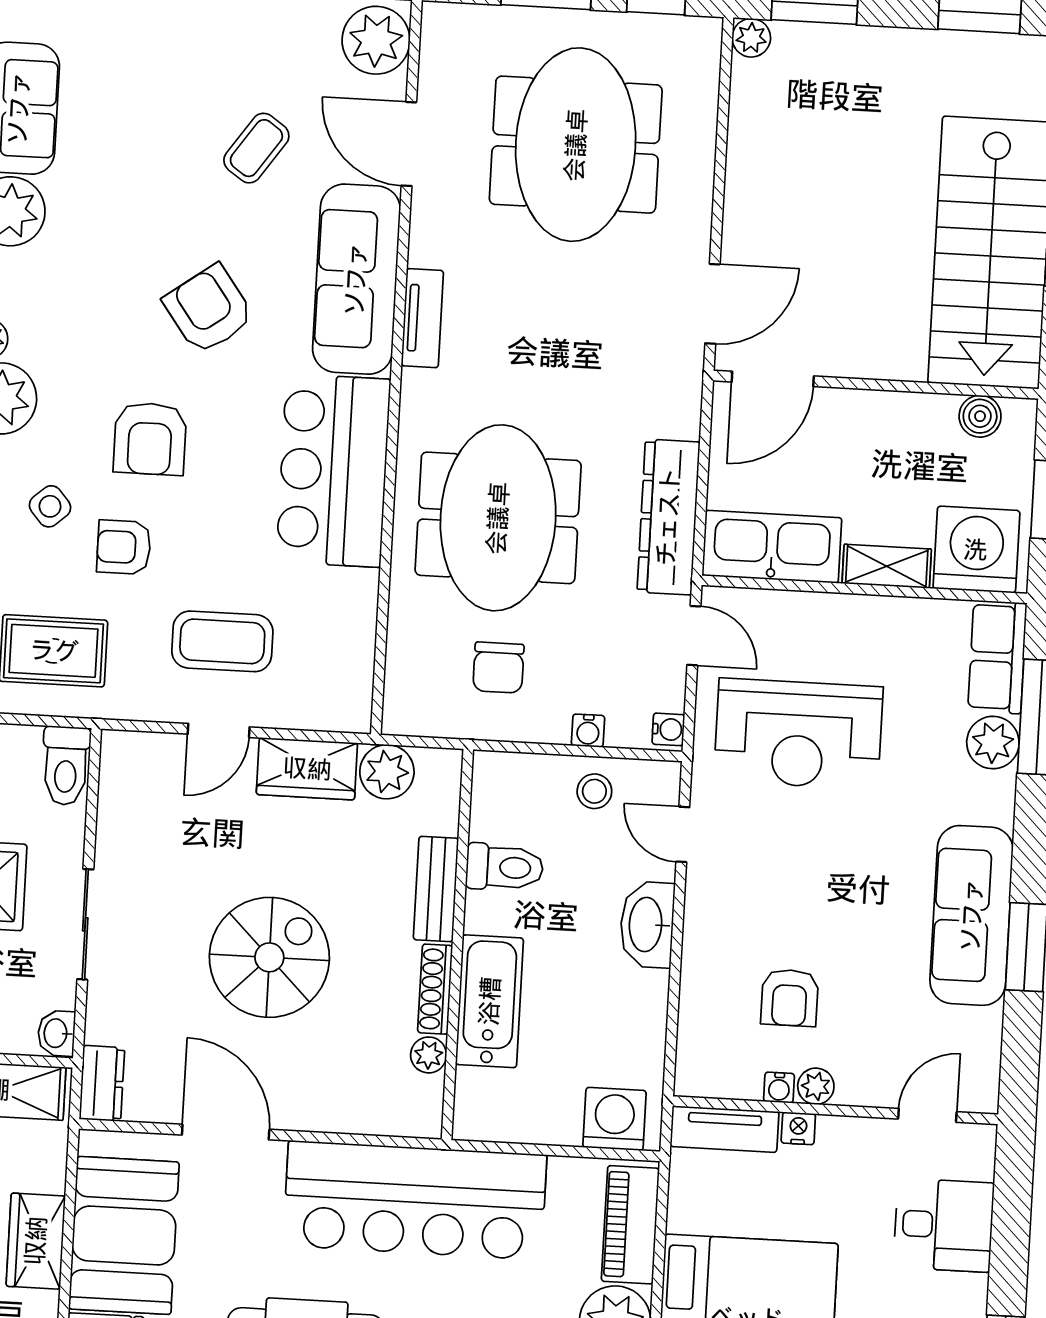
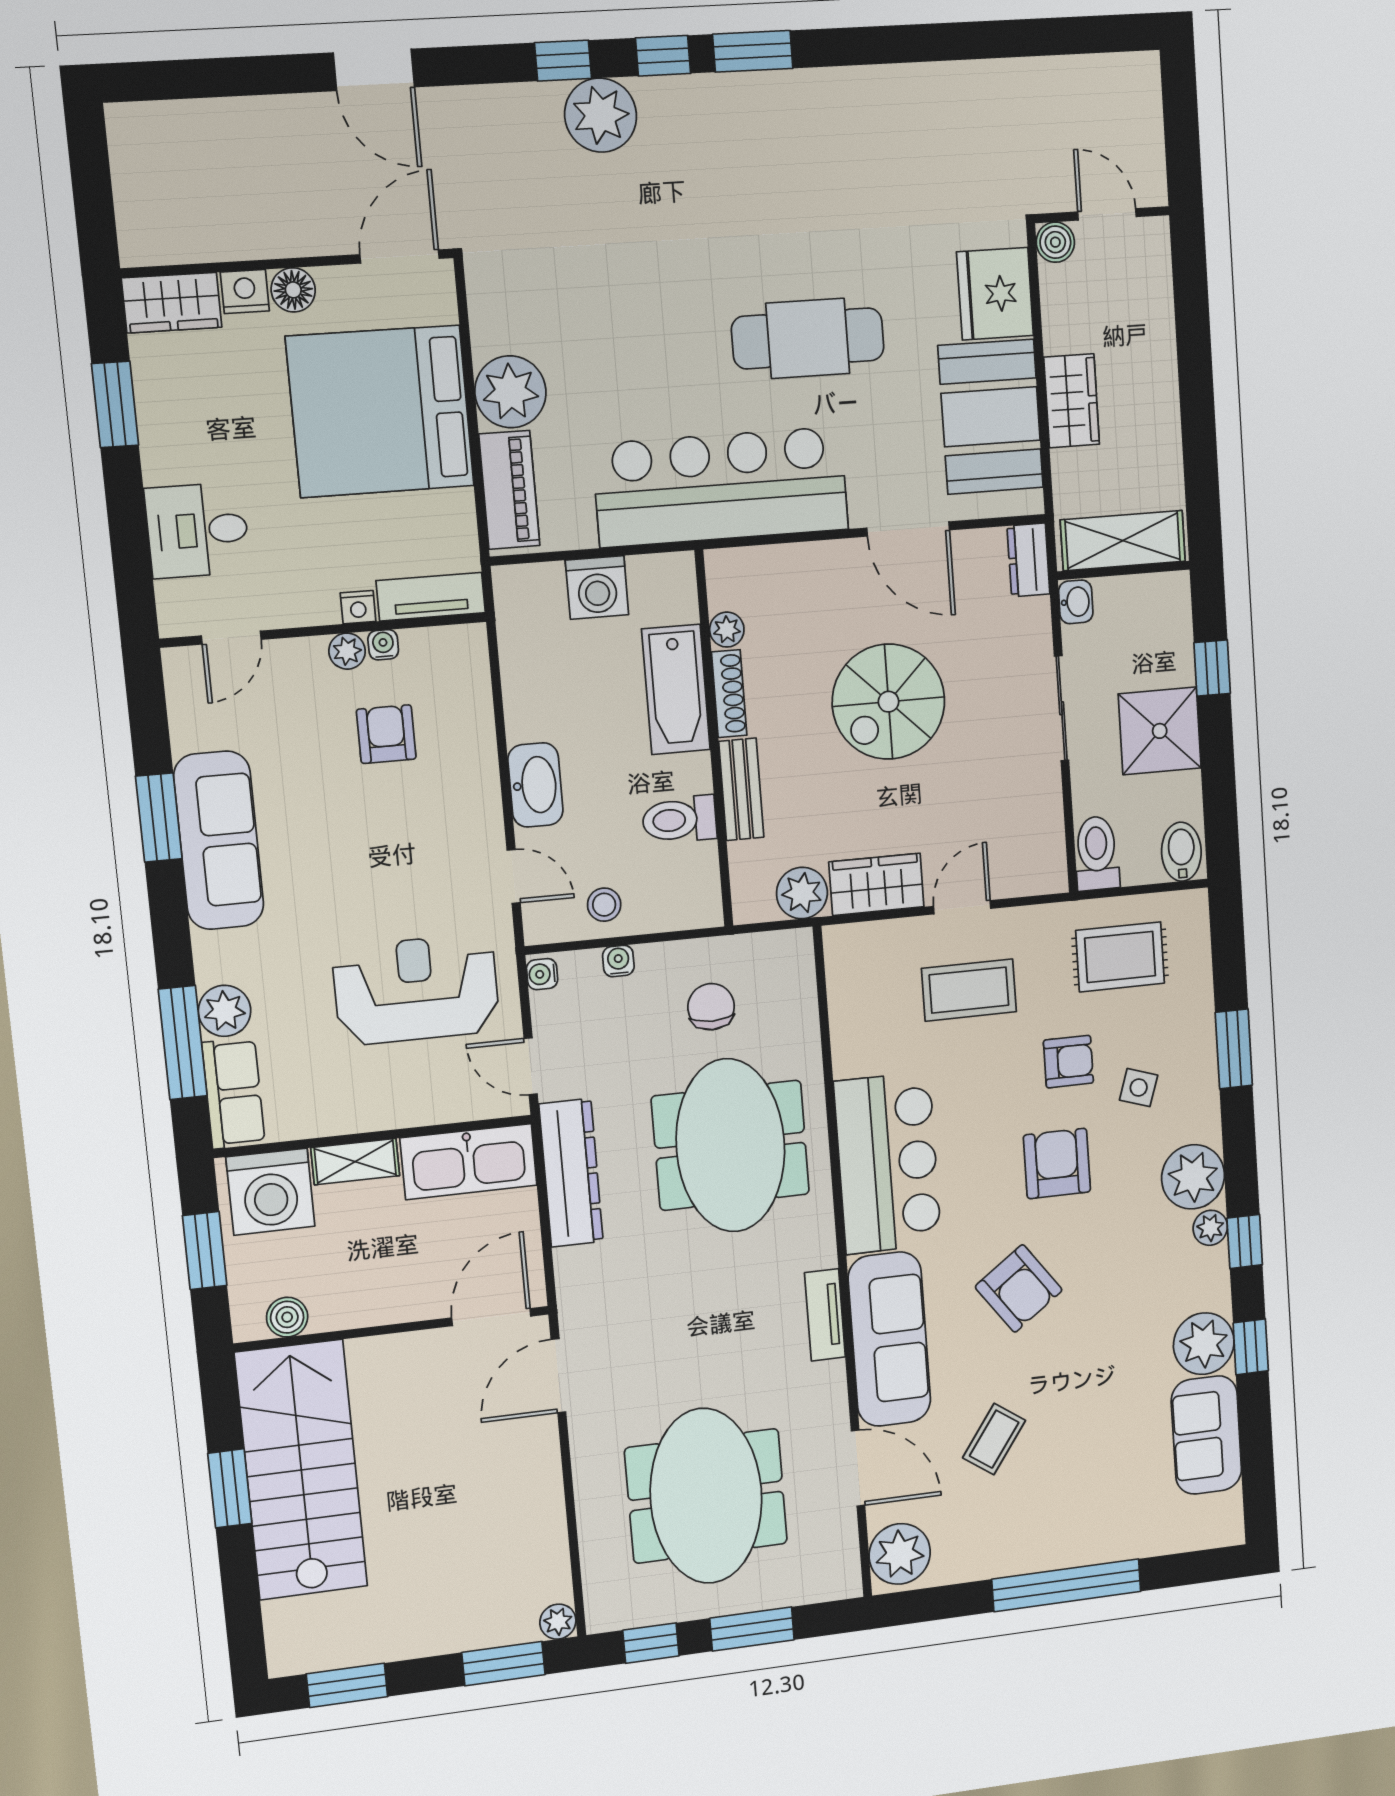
side table: (50, 506) -> (1139, 1088), turned -31
washing machine: (615, 1119) -> (597, 587), moved

